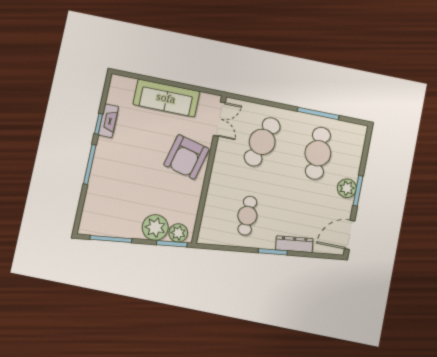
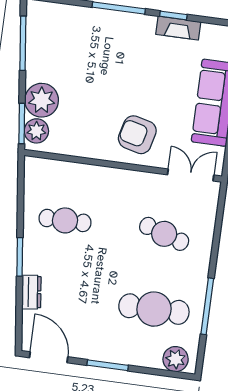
double door: (219, 119) -> (191, 175), swing flipped
cafe table: (262, 142) -> (164, 234), width x0.73, depth x0.74
armchair: (186, 157) -> (137, 135), width x0.73, depth x0.73
plant: (347, 188) -> (176, 359), moved
dresser: (294, 244) -> (31, 292), width x0.70

